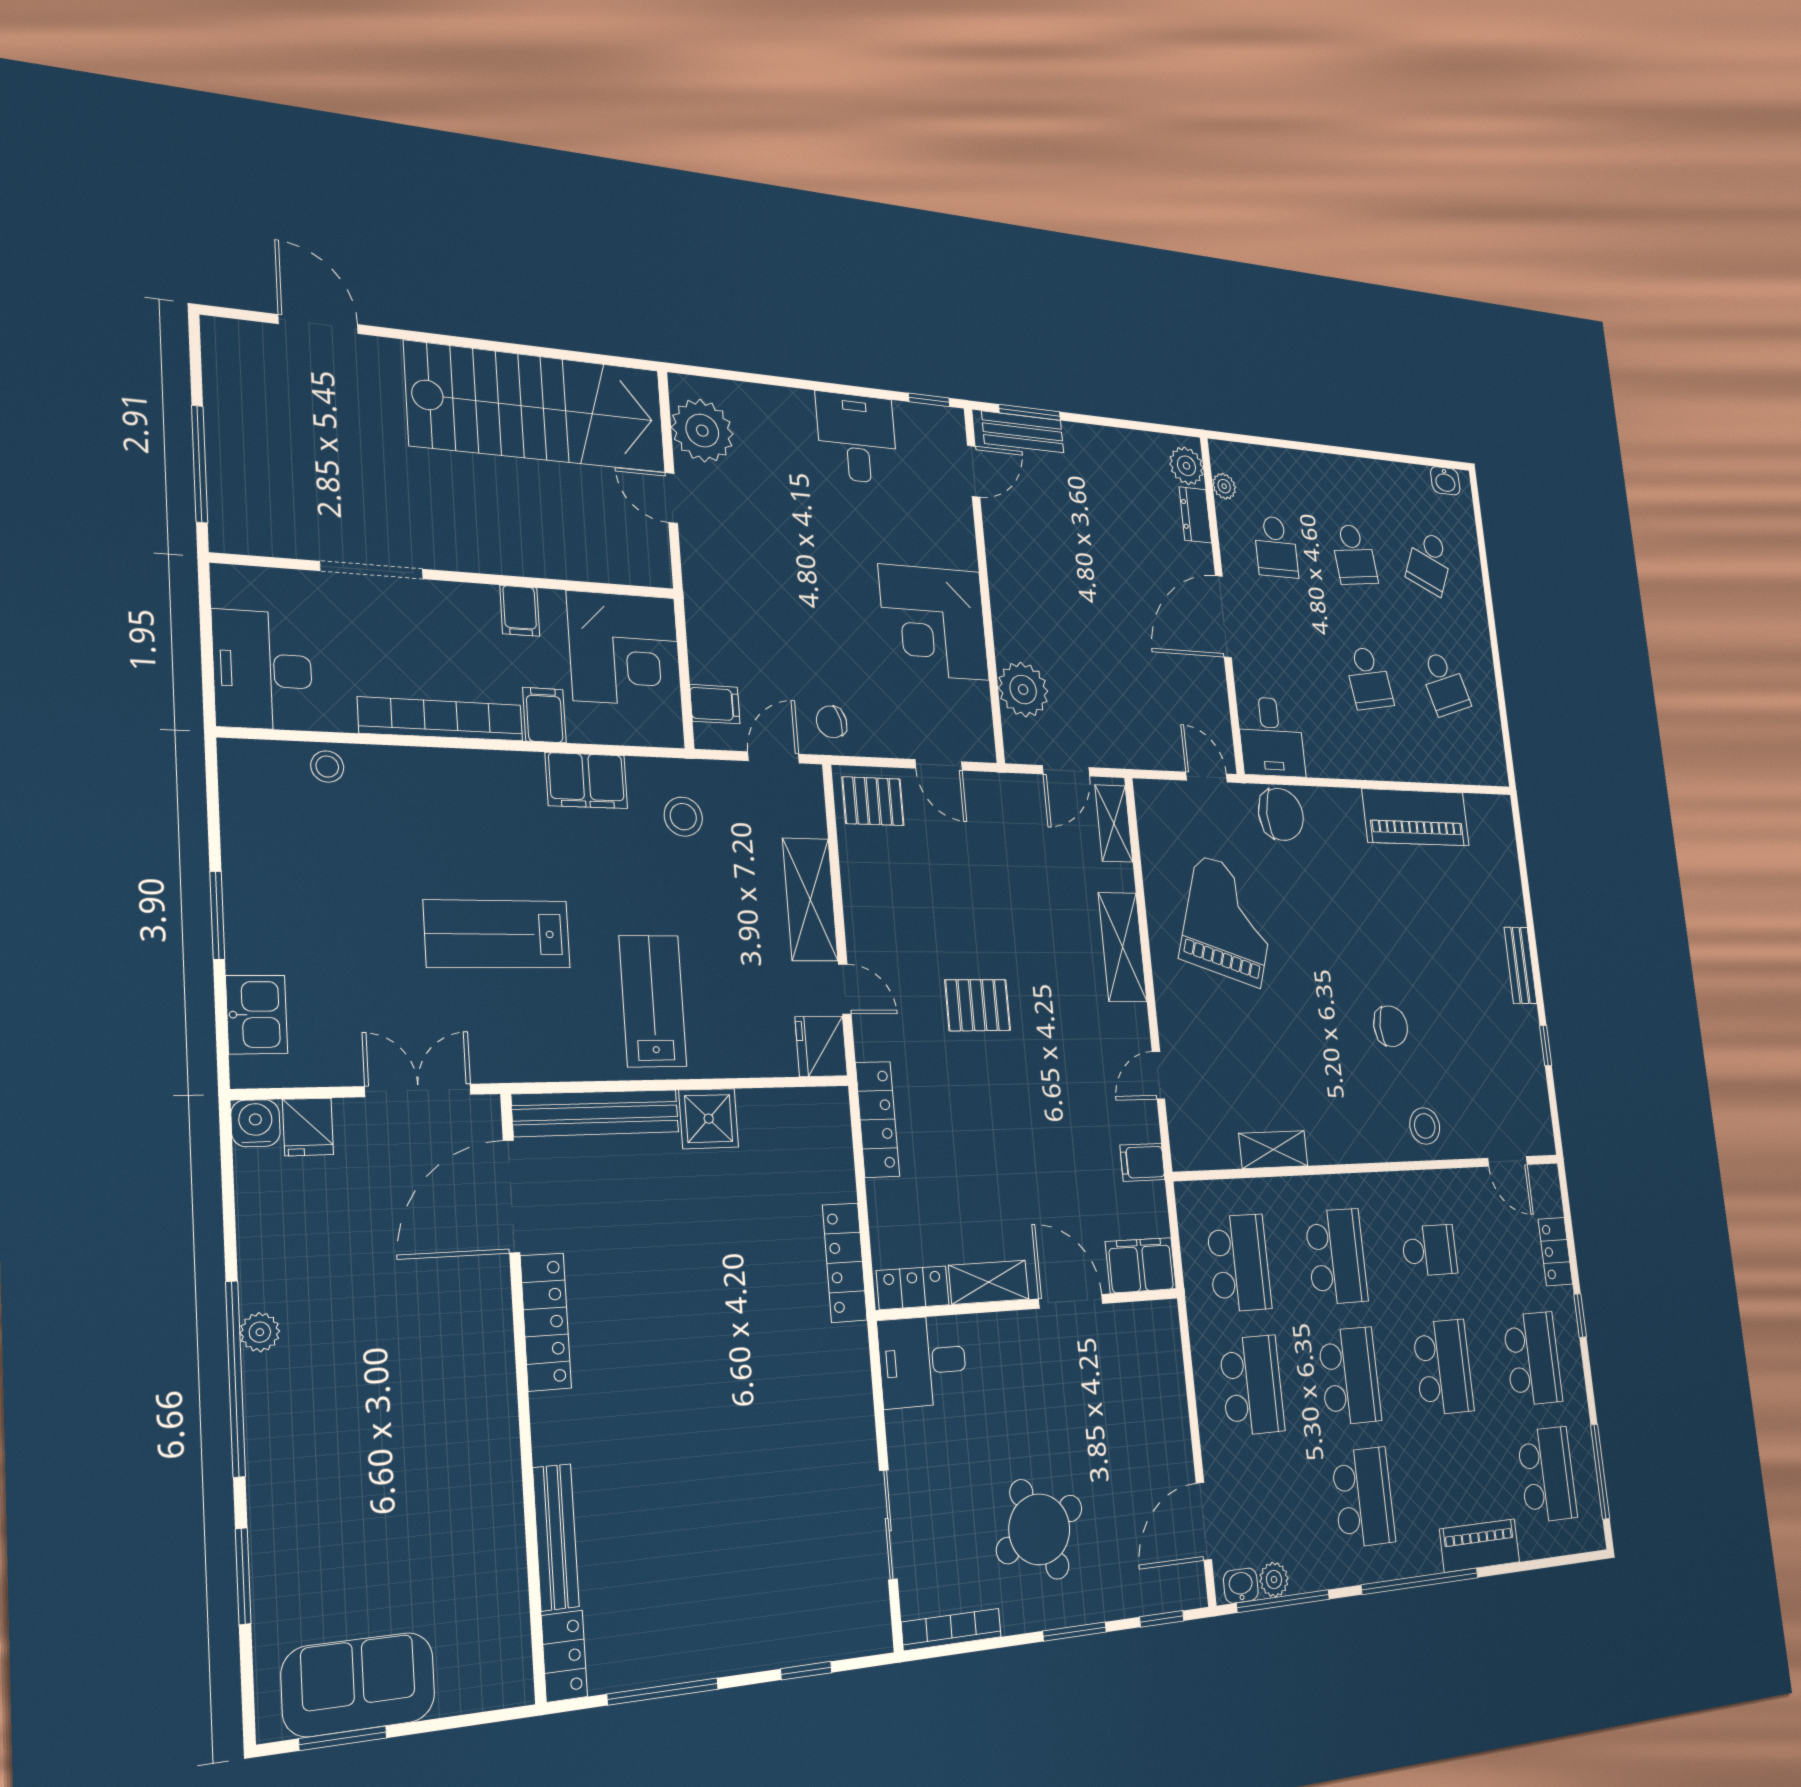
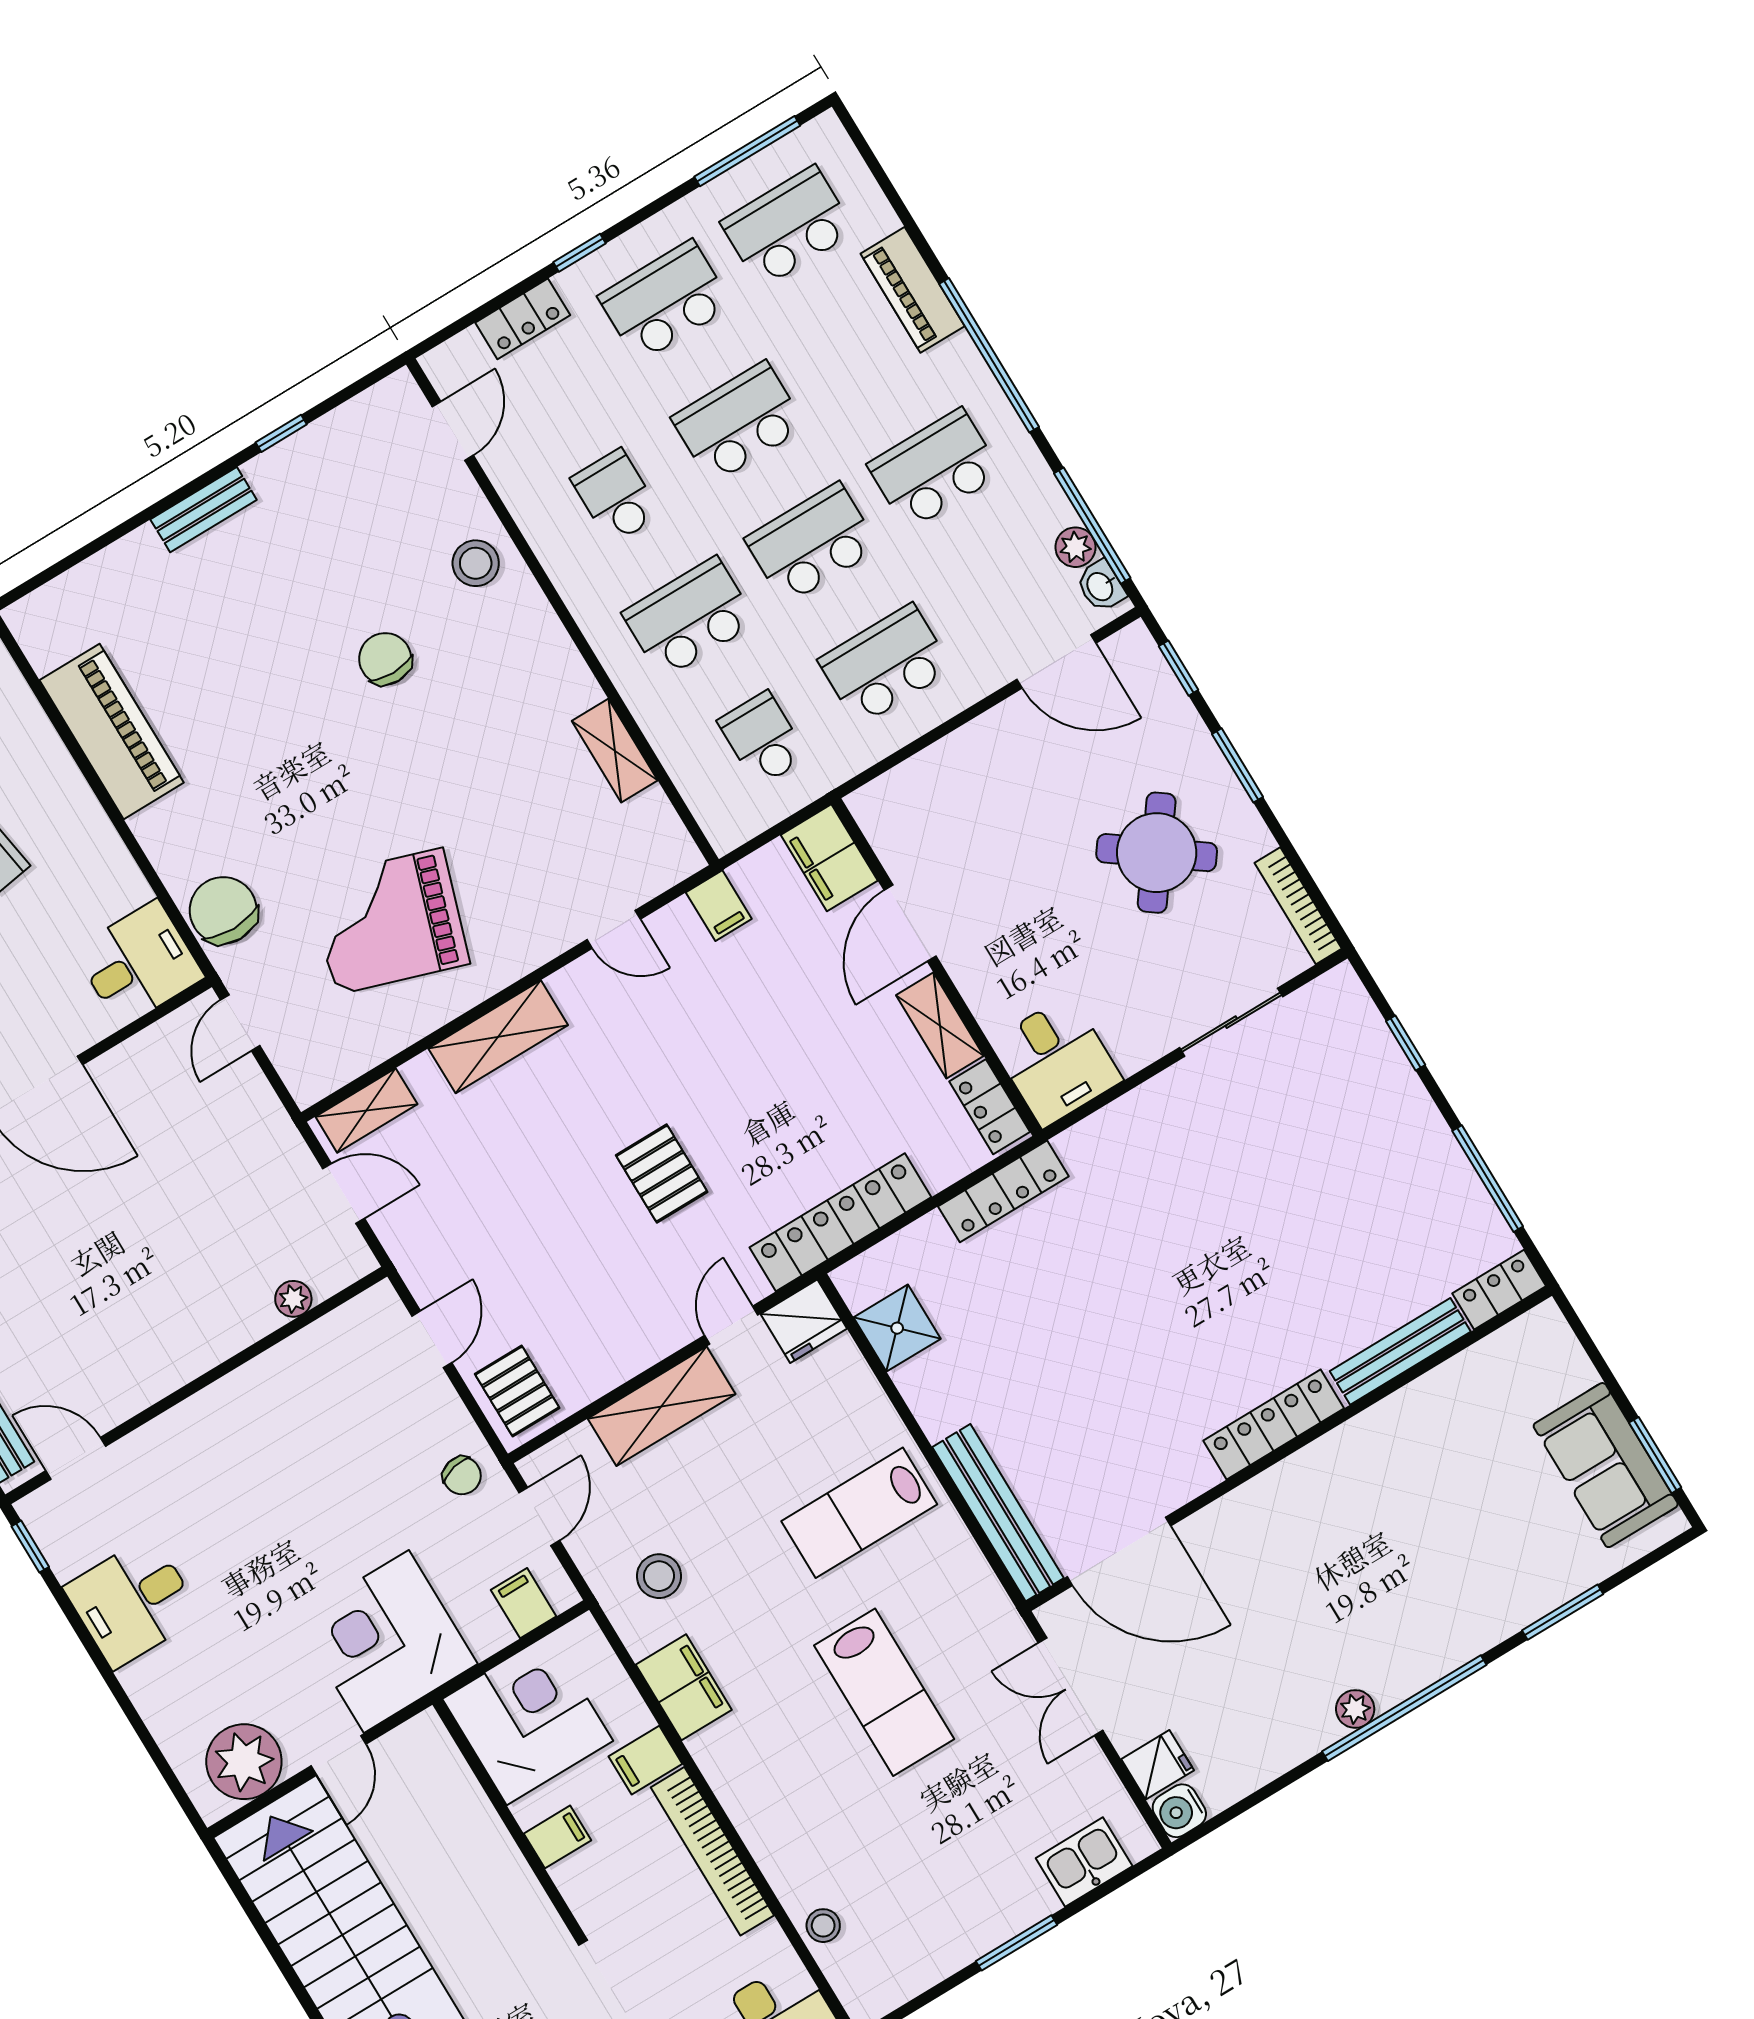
corner desk: (934, 622) -> (386, 1641), moved, turned 180
plant: (1023, 690) -> (293, 1299), width x0.53, depth x0.53
door: (774, 757) -> (539, 1517), swing flipped
shower: (709, 1119) -> (897, 1328), moved
locker: (877, 1119) -> (840, 1222), width x1.41, depth x1.21
school desk: (1239, 1263) -> (763, 739), width x0.54
locker: (546, 1322) -> (1274, 1425), moved
round table: (1039, 1529) -> (1157, 853), turned -30

